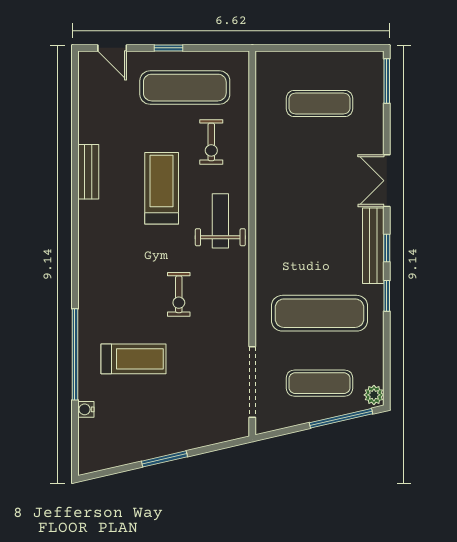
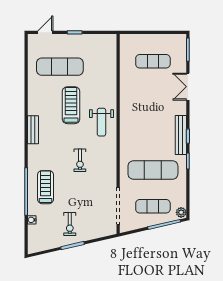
door: (112, 48) -> (45, 32), swing flipped
exercise mat: (185, 88) -> (60, 67), moved
exercise bike: (211, 142) -> (70, 224), moved
bench: (88, 172) -> (33, 130), moved
double door: (387, 181) -> (188, 87), moved
weight bench: (220, 221) -> (101, 122), turned 180
treadmill: (133, 359) -> (46, 187), moved, turned -90

